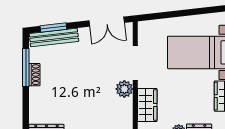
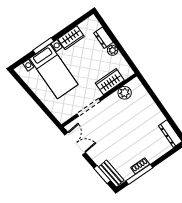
bench: (54, 37) -> (111, 174), width x0.73
plant: (124, 89) -> (125, 93), moved

